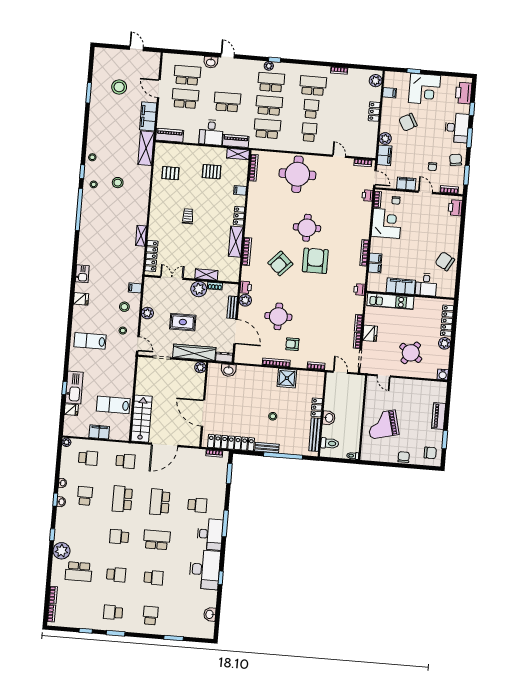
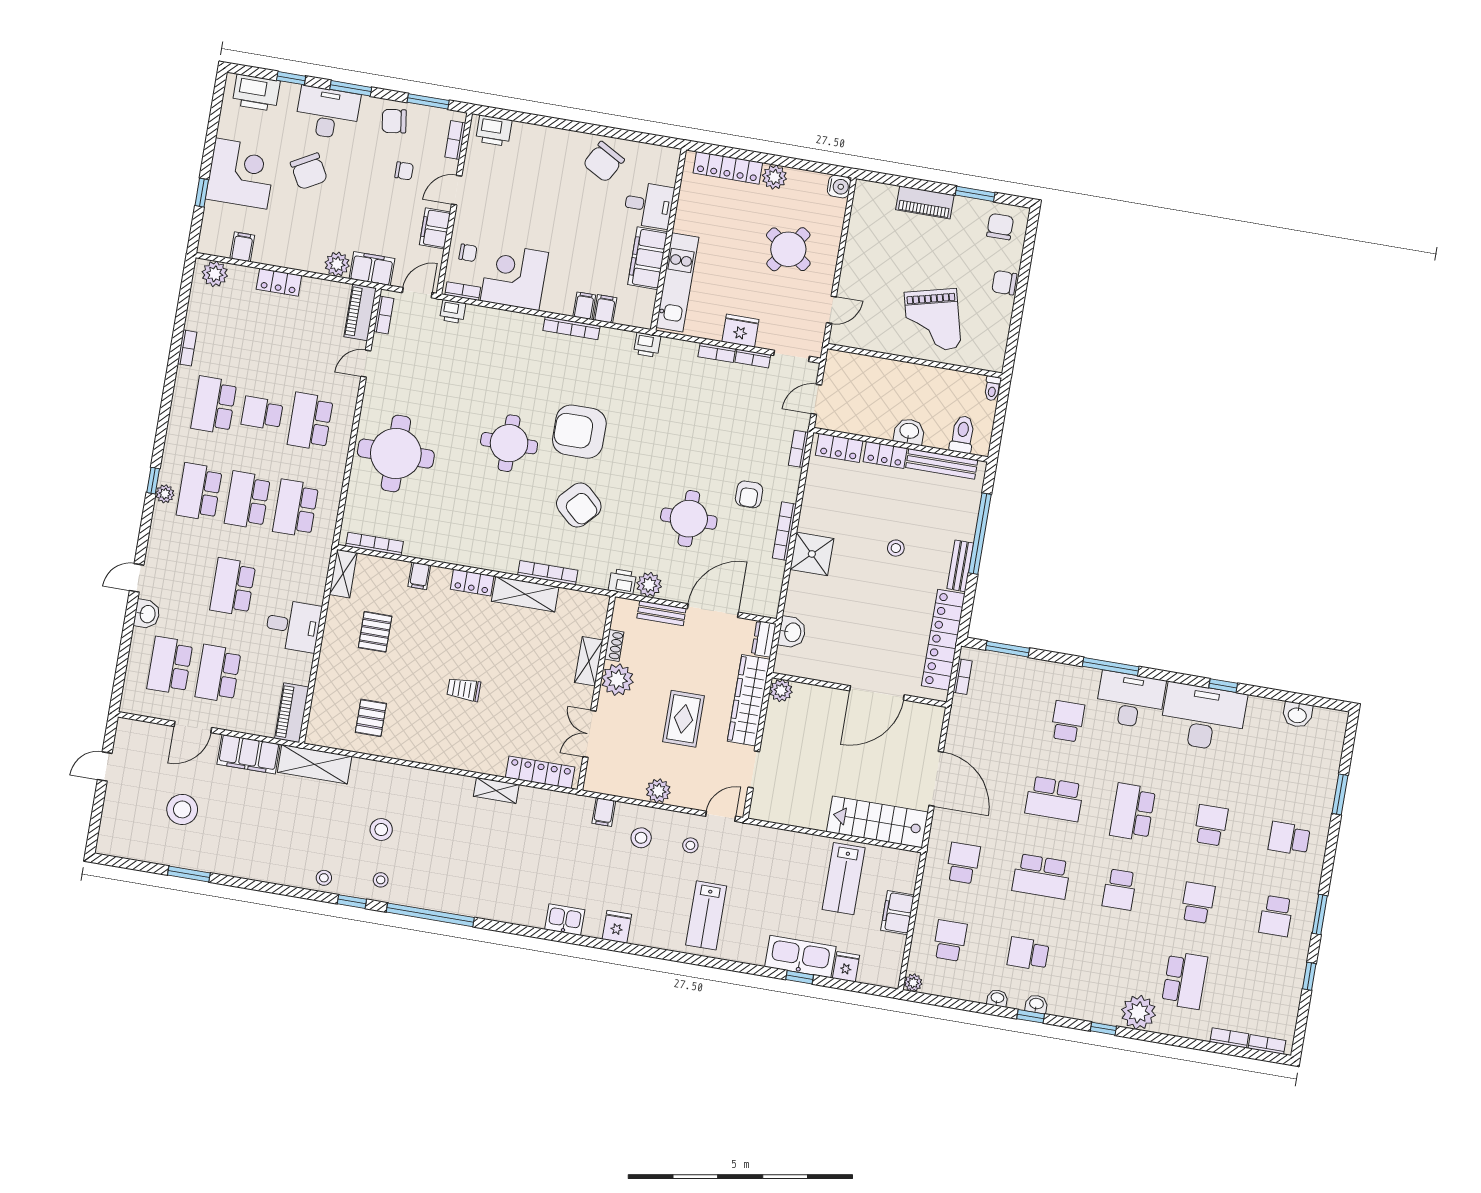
chair: (408, 122) -> (309, 171), moved
school desk: (309, 132) -> (310, 421), width x1.85
piano: (236, 141) -> (360, 312), moved
shower: (287, 378) -> (812, 554), moved
locker: (318, 385) -> (839, 448), added

